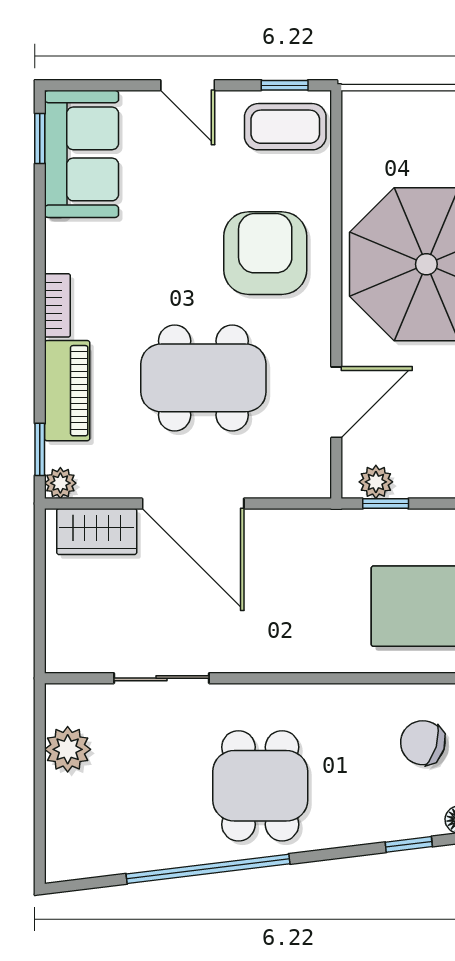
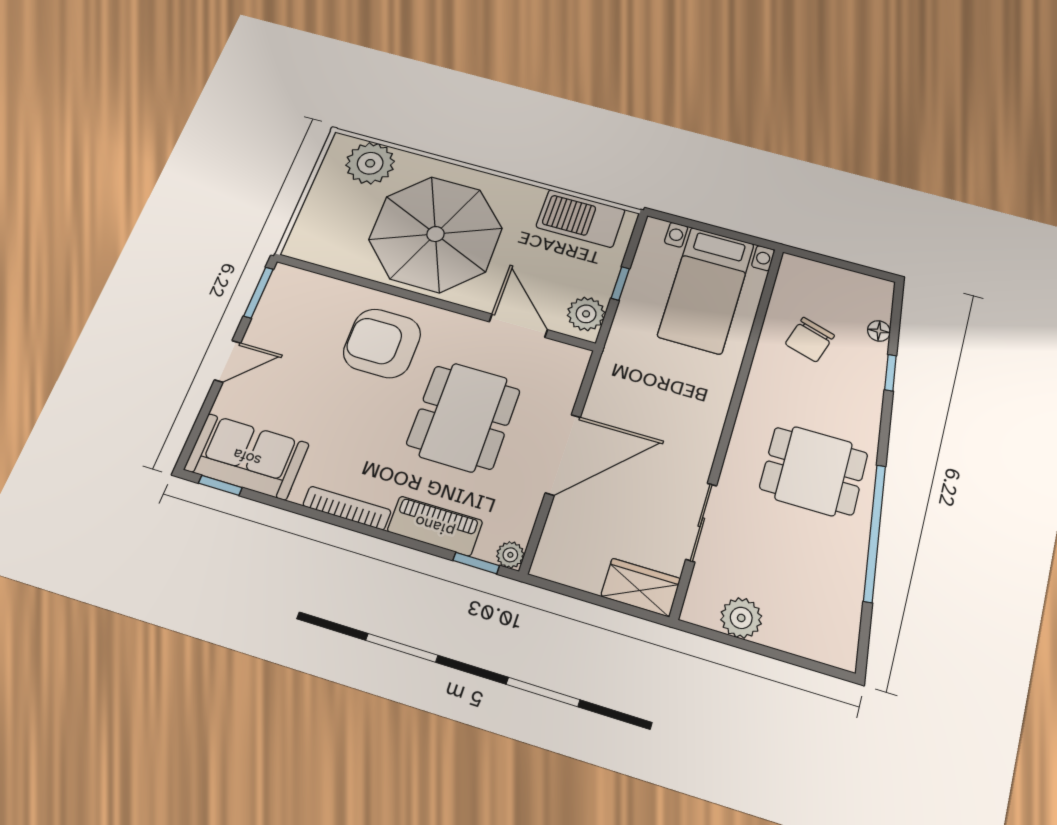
window: (285, 85) -> (259, 293), width x1.50
coffee table: (285, 127) -> (290, 301), removed
bookcase: (57, 305) -> (347, 508), width x1.56
plant: (376, 482) -> (586, 314), width x1.38, depth x1.38
window: (386, 504) -> (620, 283), moved
wardrobe: (97, 532) -> (641, 587), moved, turned -90

